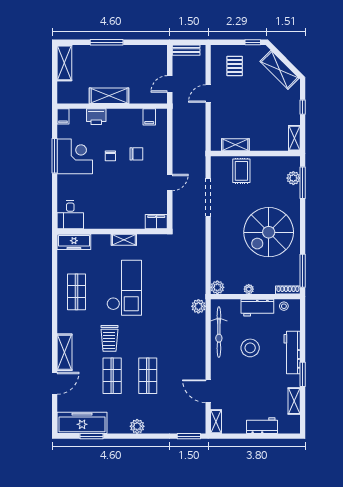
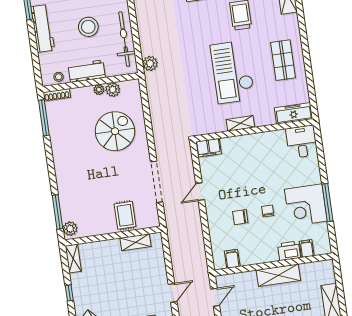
filing cabinet: (63, 116) -> (307, 249), moved
plant: (293, 178) -> (70, 229), moved
spiral stairs: (269, 232) -> (115, 131), moved, width x0.73, depth x0.73
plant: (217, 287) -> (113, 90), moved

